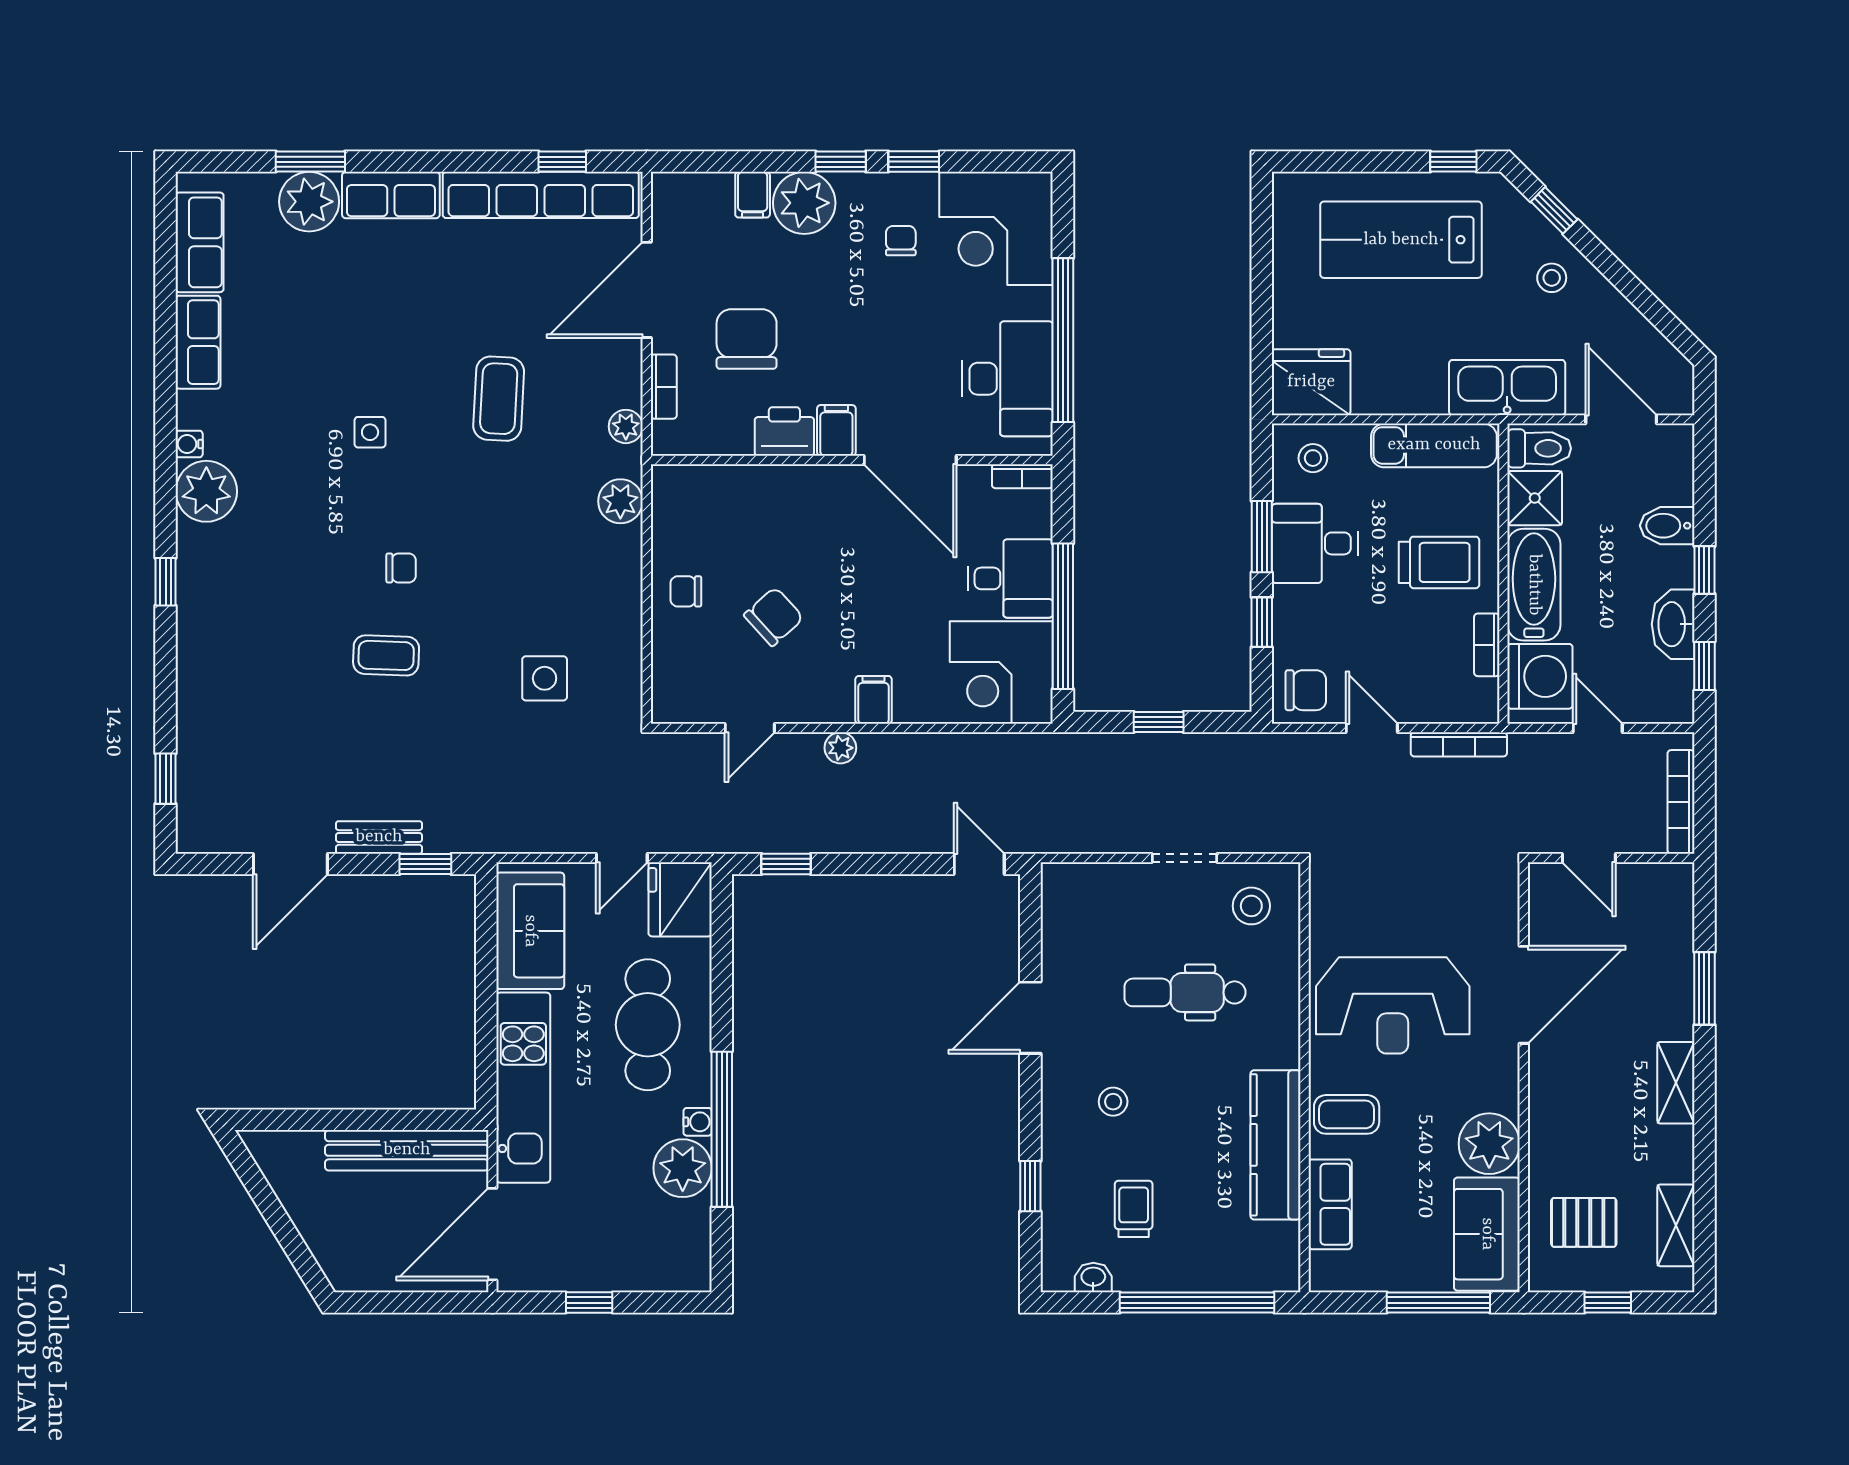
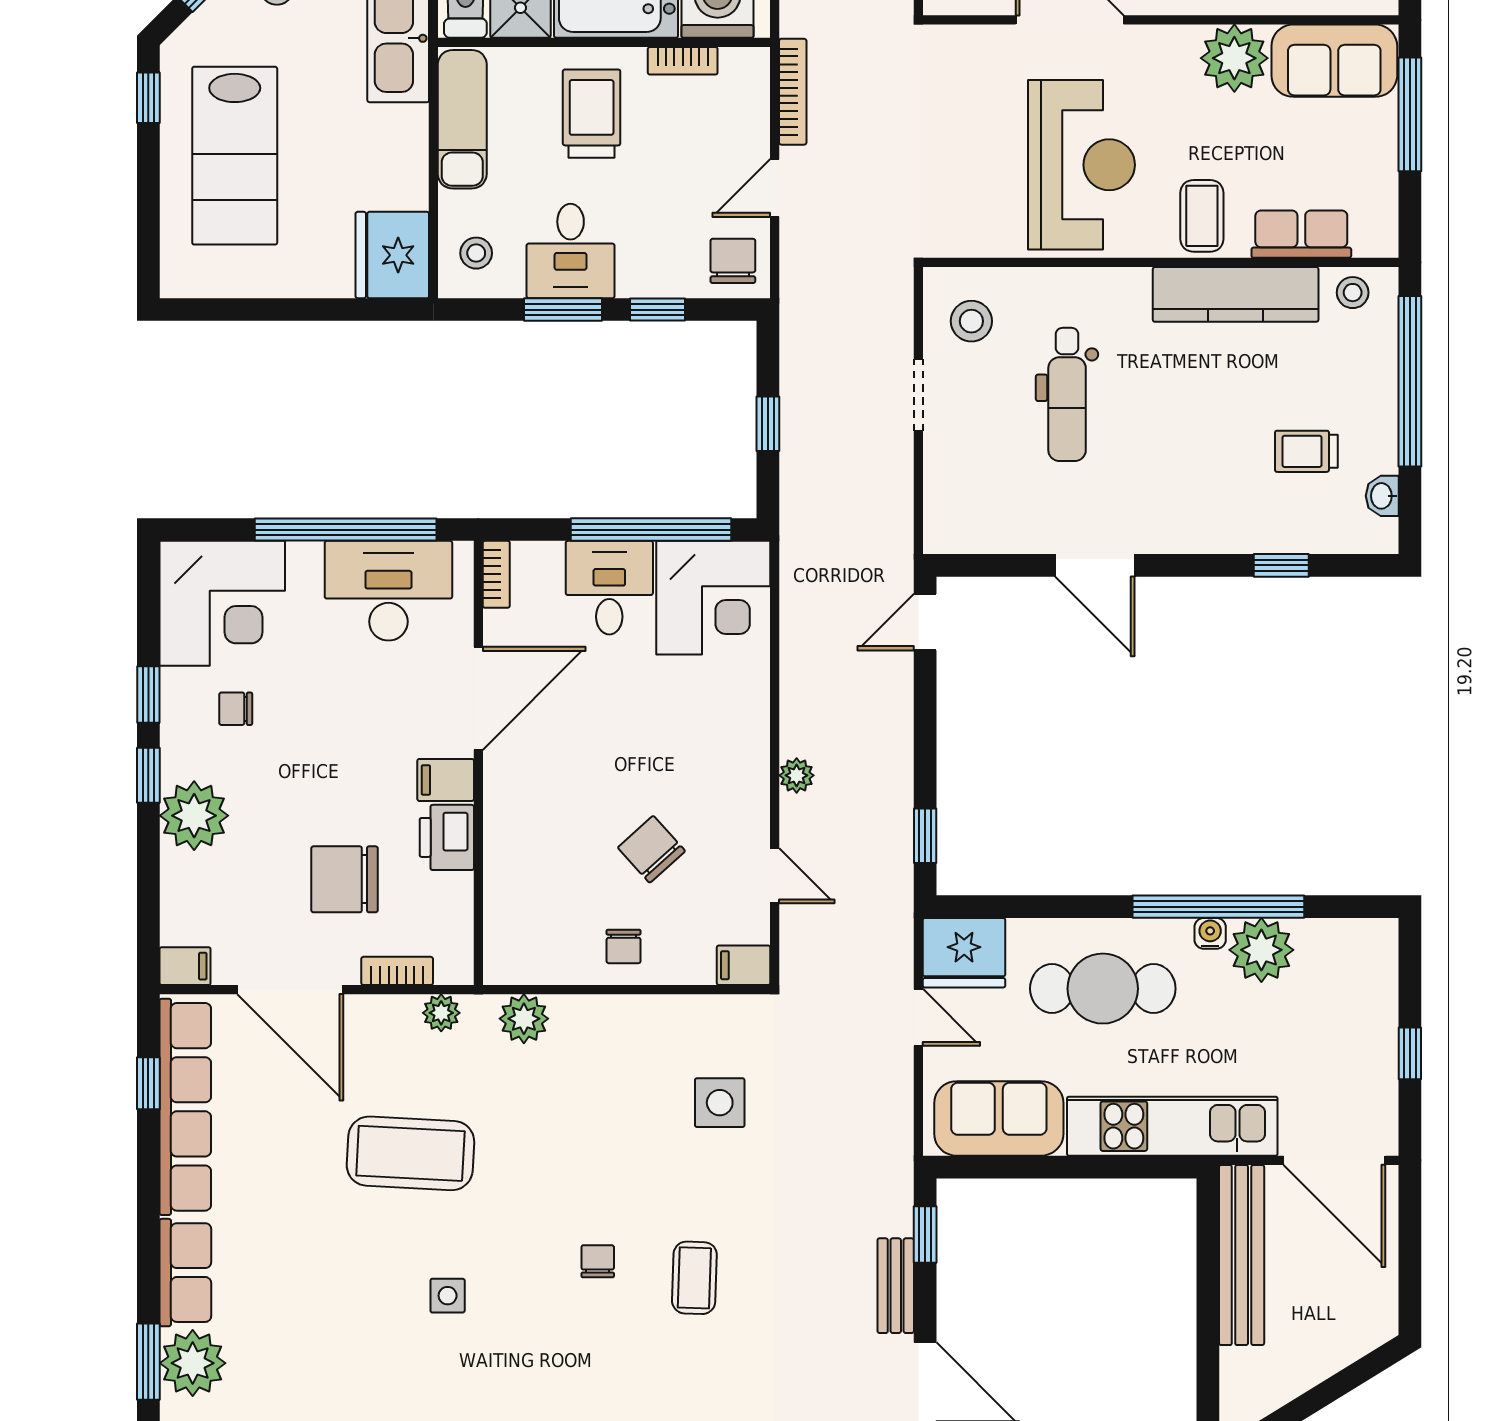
filing cabinet: (753, 195) -> (185, 966), moved
coffee table: (499, 399) -> (410, 1153), width x1.36, depth x1.32
filing cabinet: (874, 700) -> (744, 965), moved
stool: (1113, 1102) -> (1353, 293), moved

